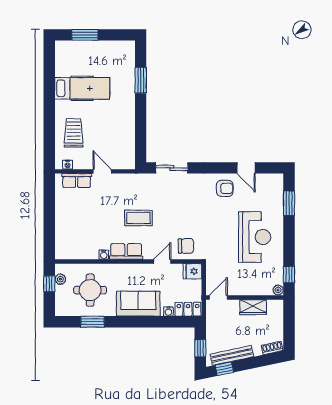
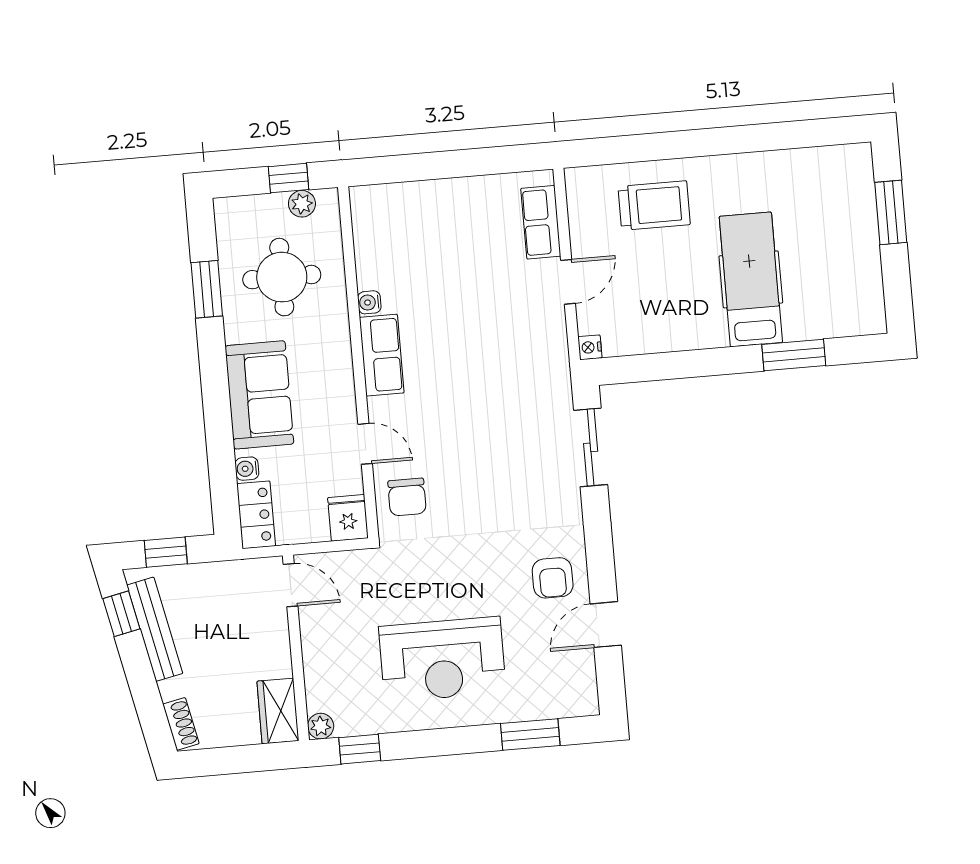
hospital bed: (82, 88) -> (751, 279), moved, turned 180
nightstand: (68, 165) -> (590, 347), moved
coffee table: (138, 218) -> (464, 378), removed
wardrobe: (253, 307) -> (278, 711), moved

